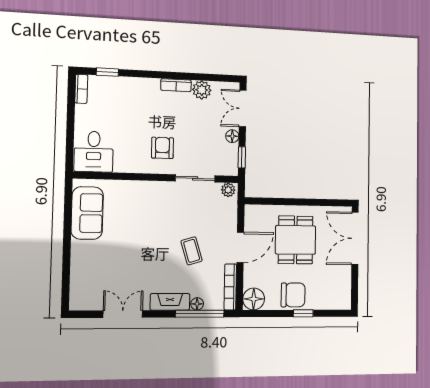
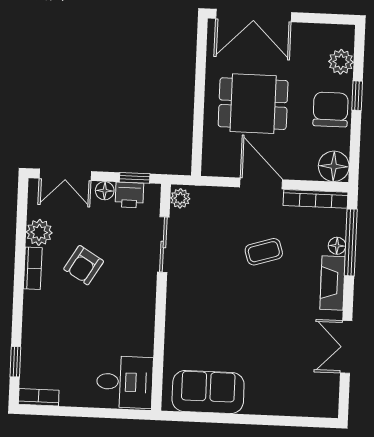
armchair: (162, 148) -> (84, 265), moved, turned -59
printer: (230, 154) -> (129, 195), added
plant: (326, 301) -> (341, 62), added

